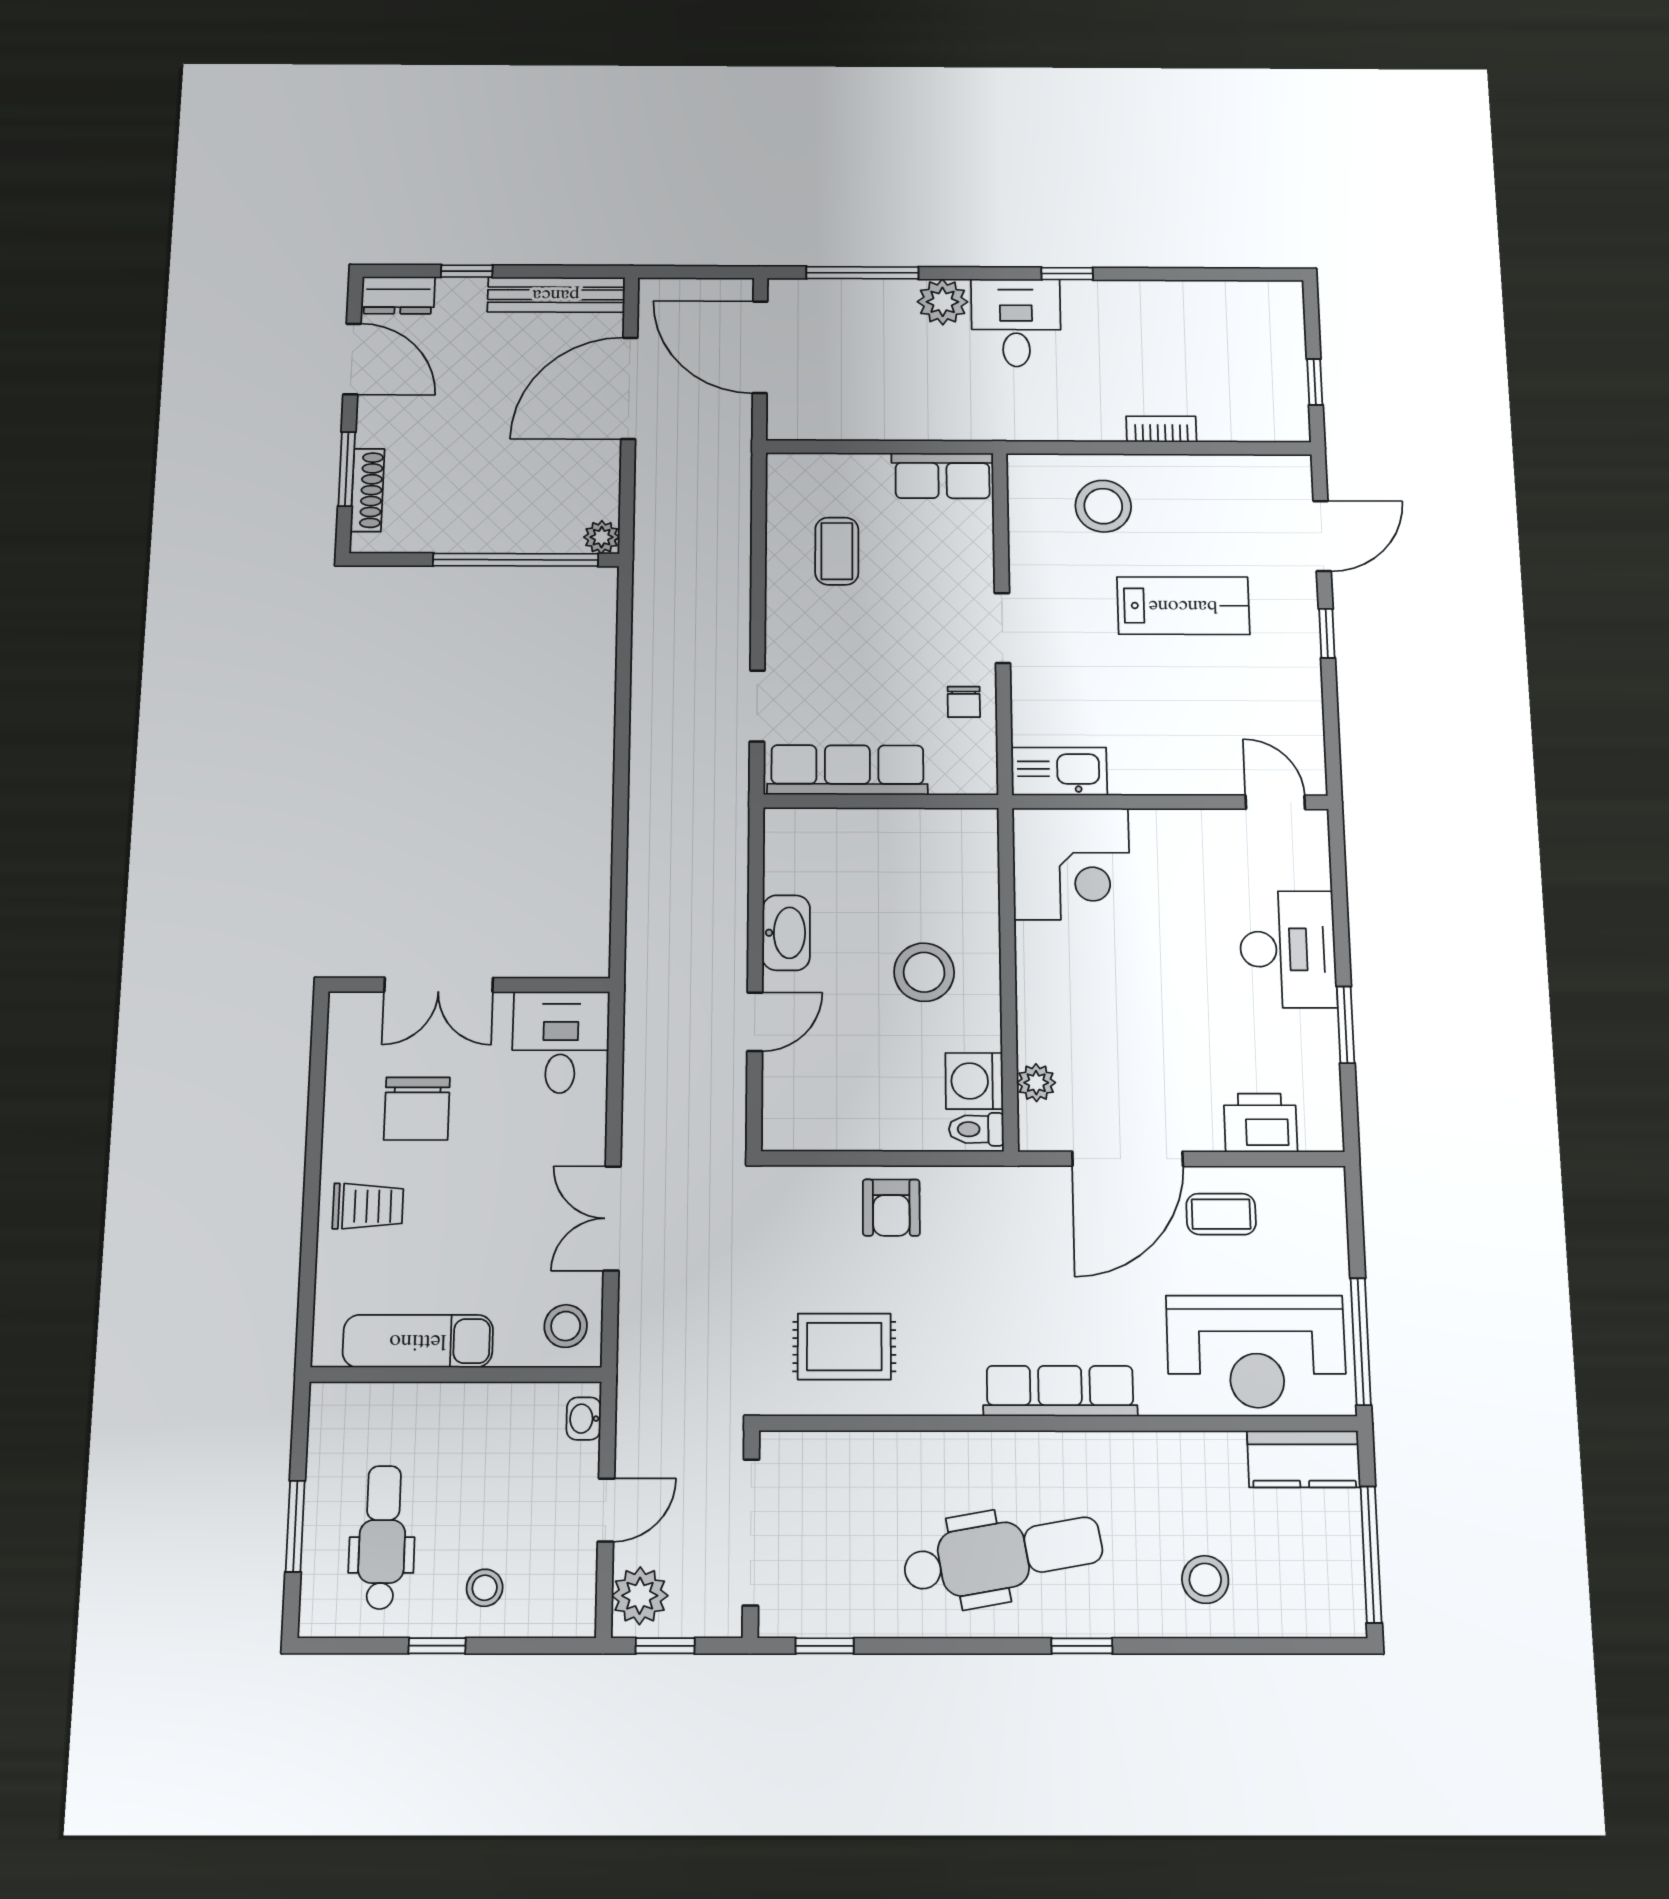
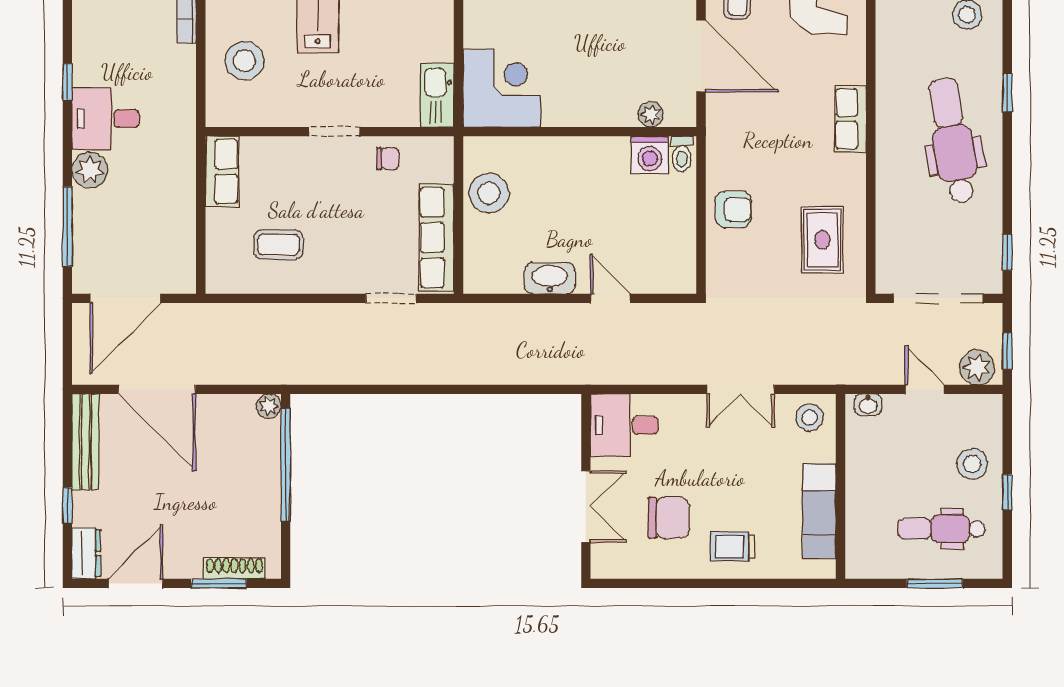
stool: (924, 972) -> (489, 193), moved
trolley: (368, 1206) -> (733, 547), turned -90
row of seats: (1060, 1391) -> (850, 119), width x0.68
stool: (485, 1588) -> (972, 464), width x1.37, depth x1.37

